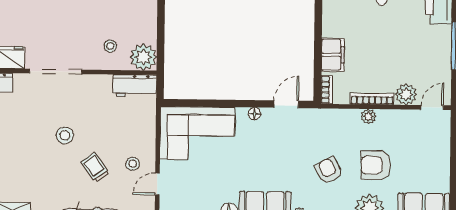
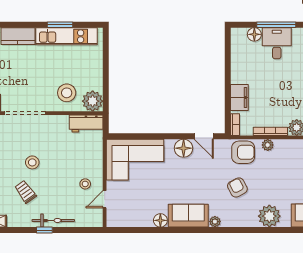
stool: (110, 46) -> (67, 93), width x1.89, depth x1.89
door: (286, 104) -> (204, 136), swing flipped
floor lamp: (255, 114) -> (184, 148), width x1.89, depth x1.89
armchair: (376, 165) -> (243, 152), moved, turned 180
trolley: (95, 168) -> (25, 192), moved

